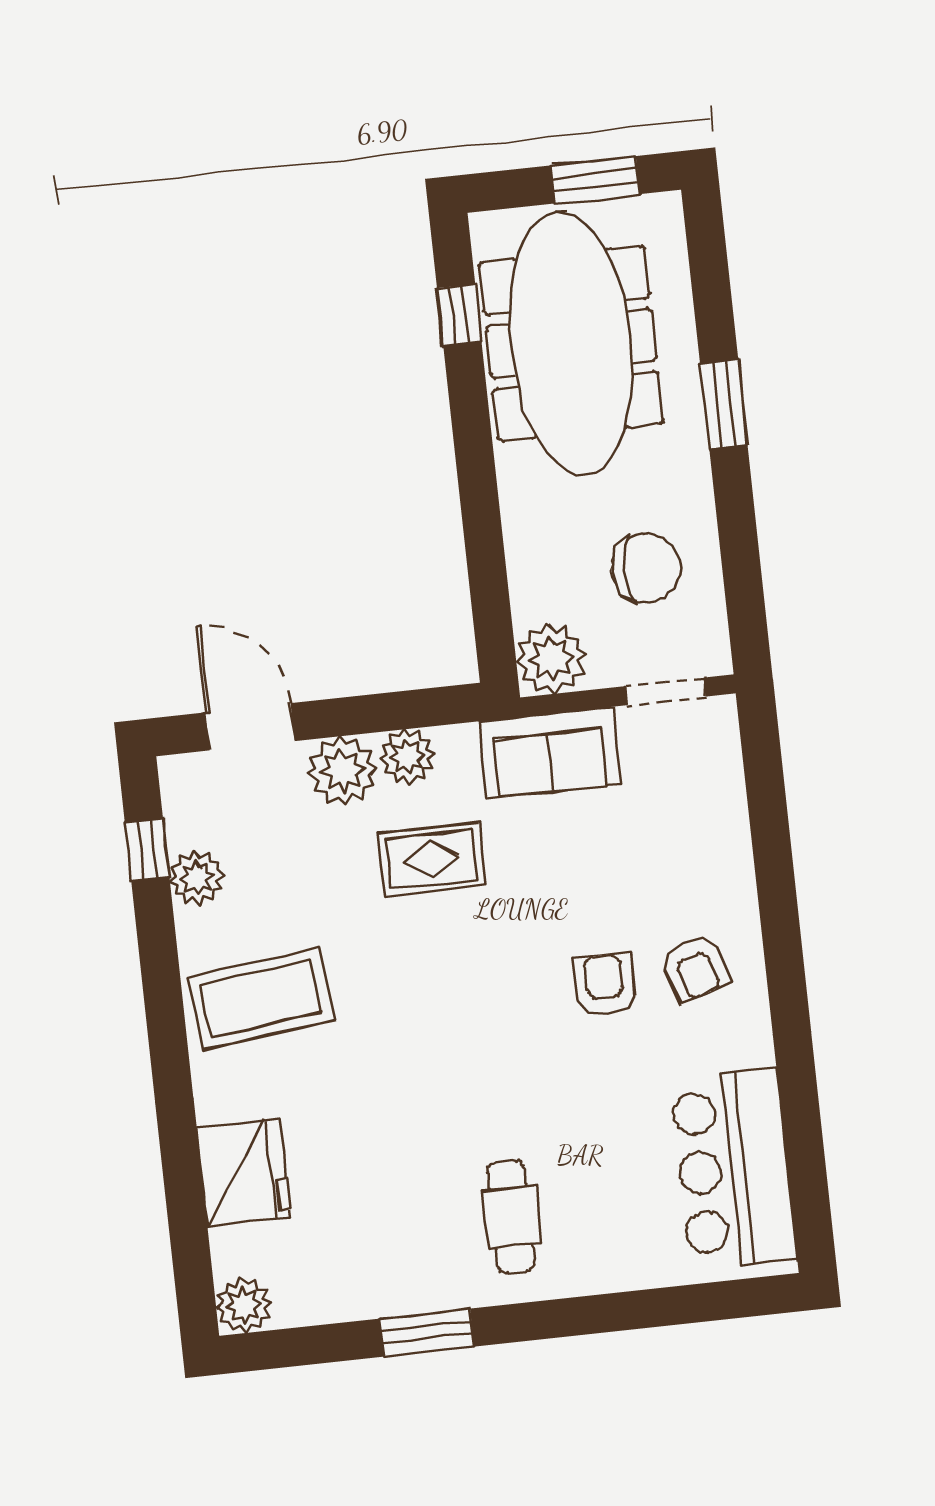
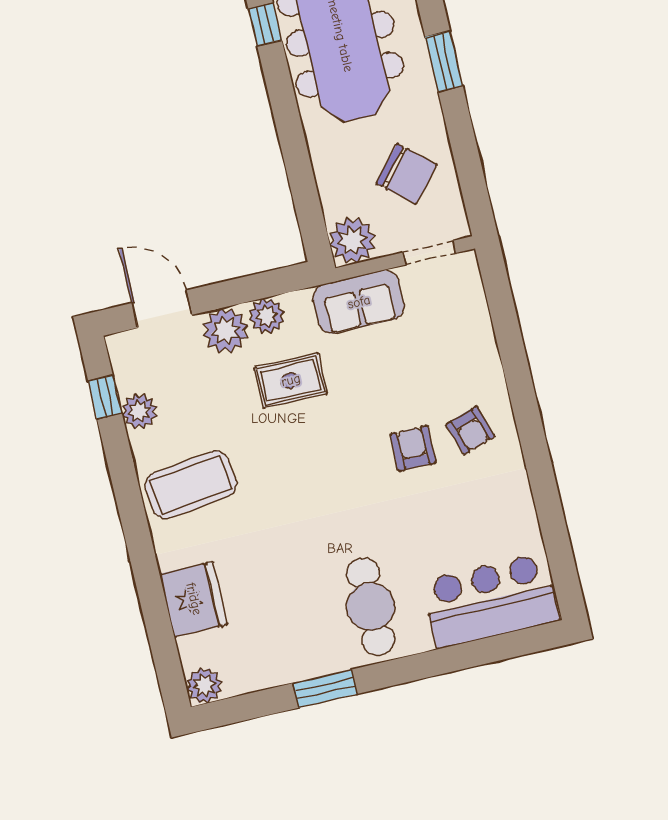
chair: (646, 568) -> (407, 174), turned 41
bar counter: (733, 1169) -> (491, 601), moved, turned 90
cafe table: (511, 1217) -> (371, 607), width x1.37, depth x1.35

